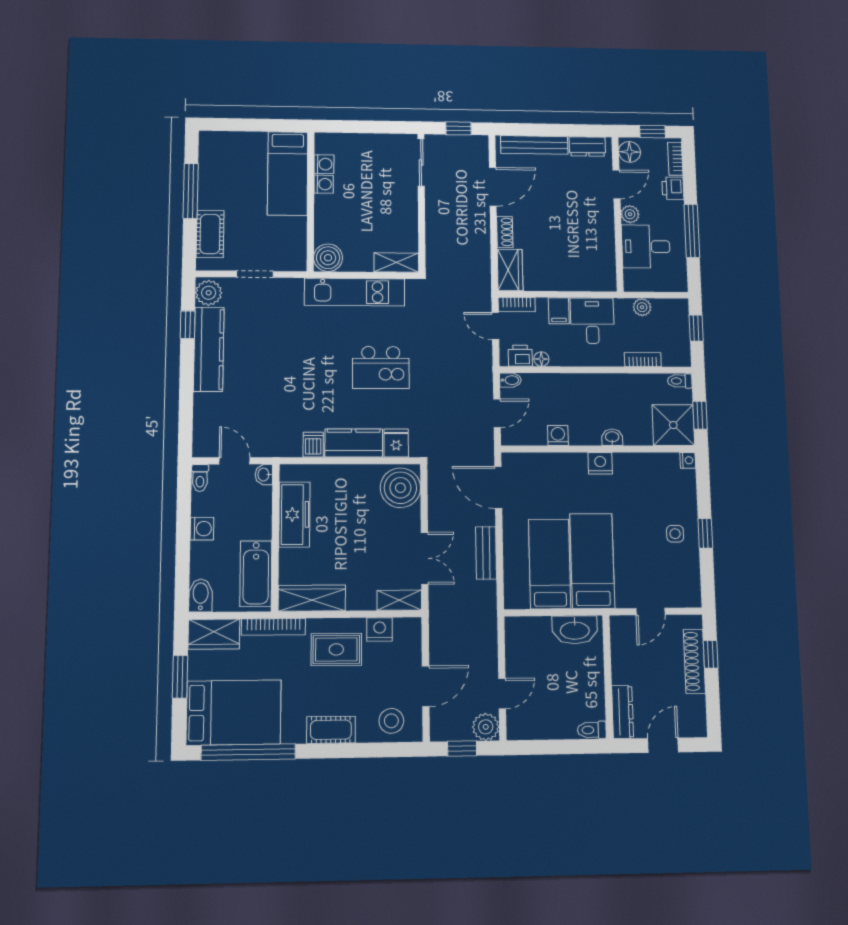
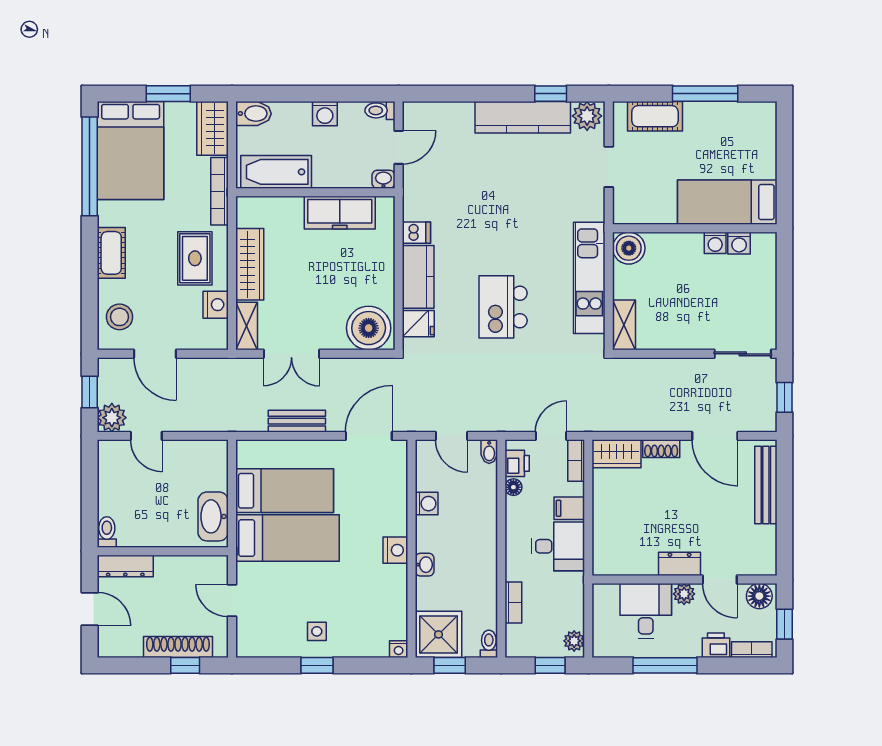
dresser: (587, 147) -> (680, 564), moved, turned 90
plant: (642, 307) -> (574, 641), moved
wardrobe: (312, 598) -> (250, 264), moved

